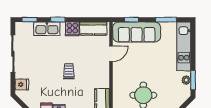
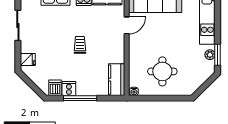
sliding door: (13, 54) -> (18, 25), width x0.73

